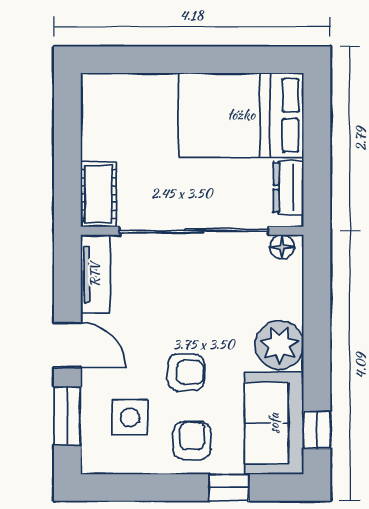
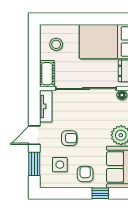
stool: (121, 122) -> (56, 44), added
door: (67, 345) -> (34, 135), swing flipped
armchair: (186, 372) -> (69, 138), moved

